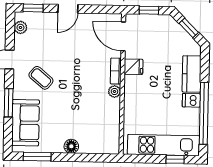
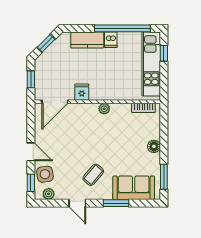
side table: (43, 24) -> (45, 174), added
bookcase: (116, 71) -> (143, 108), moved

